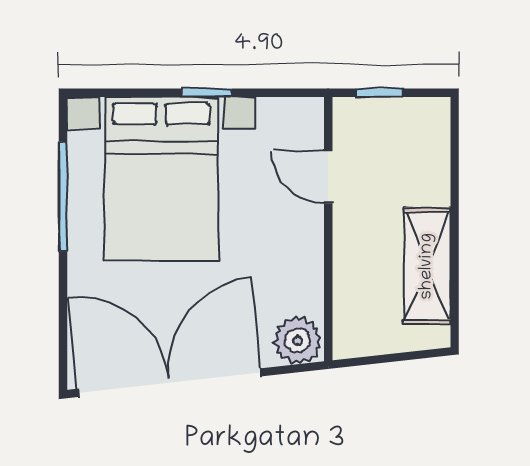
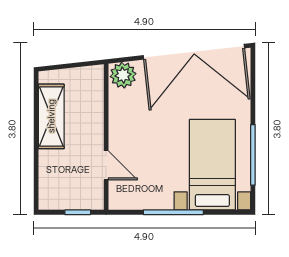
window: (207, 93) -> (173, 212), width x2.17
bed with nightstands: (161, 179) -> (212, 165), width x0.73

